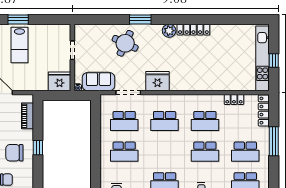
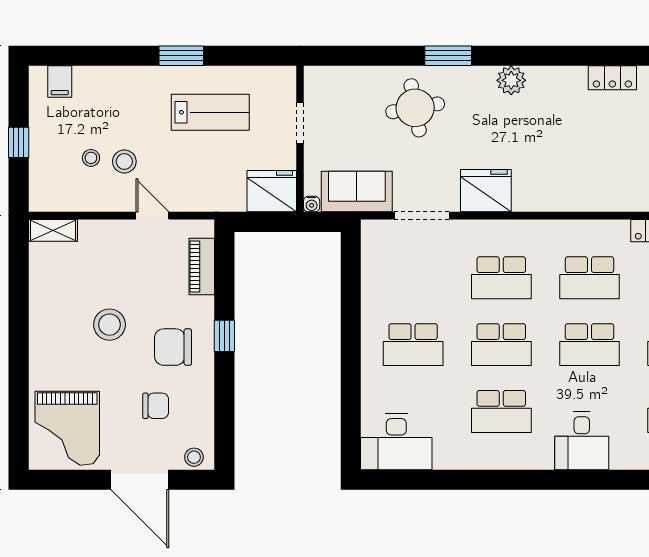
locker: (193, 30) -> (612, 78), moved, width x0.66
round table: (125, 43) -> (415, 108), turned -35
lab bench: (19, 45) -> (210, 112), moved, turned -90
school desk: (124, 121) -> (501, 345), moved

